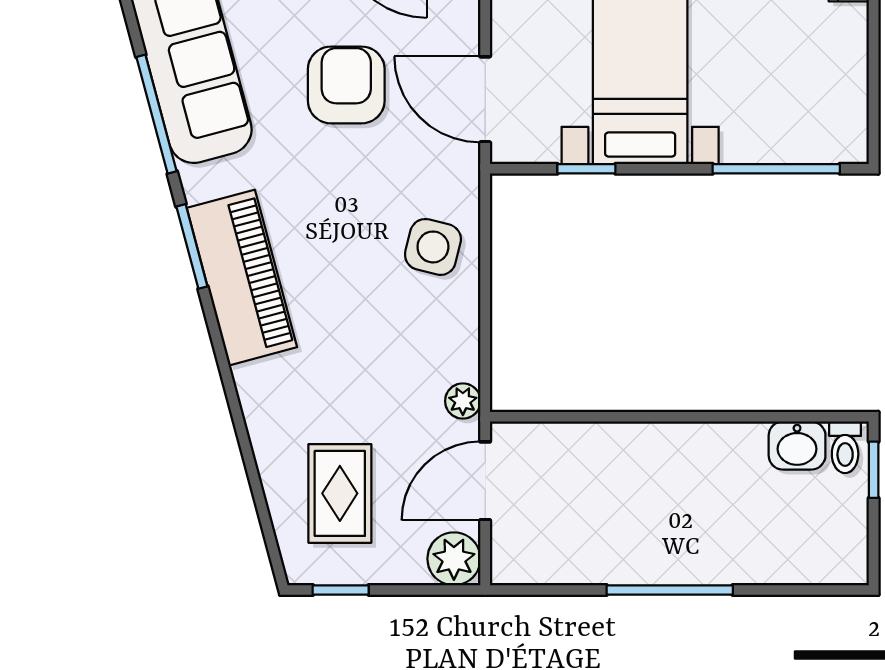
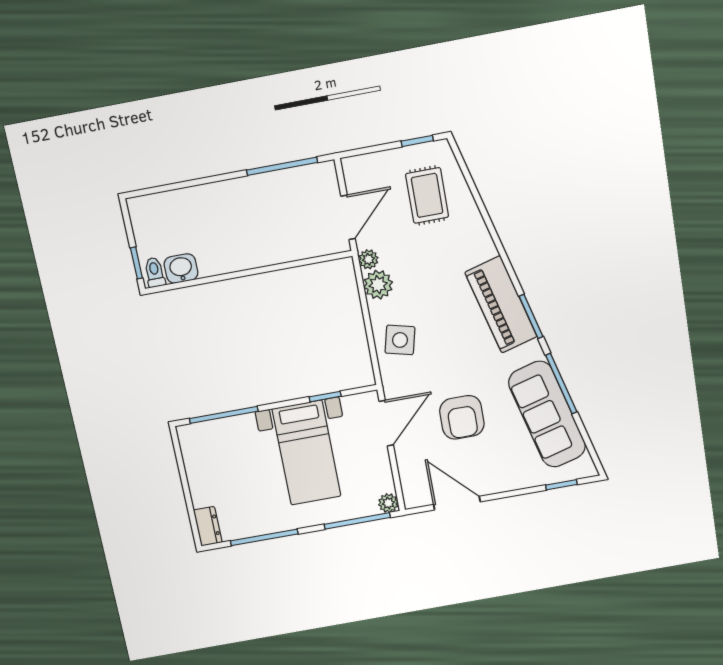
door: (485, 99) -> (386, 423), hinge flipped
plant: (454, 559) -> (378, 285), moved
window: (670, 590) -> (282, 166), moved

